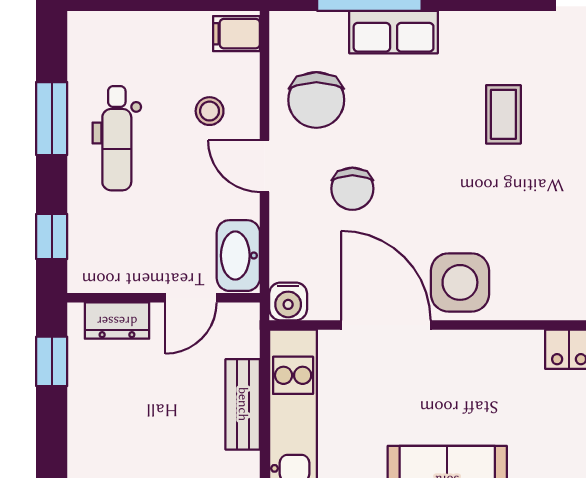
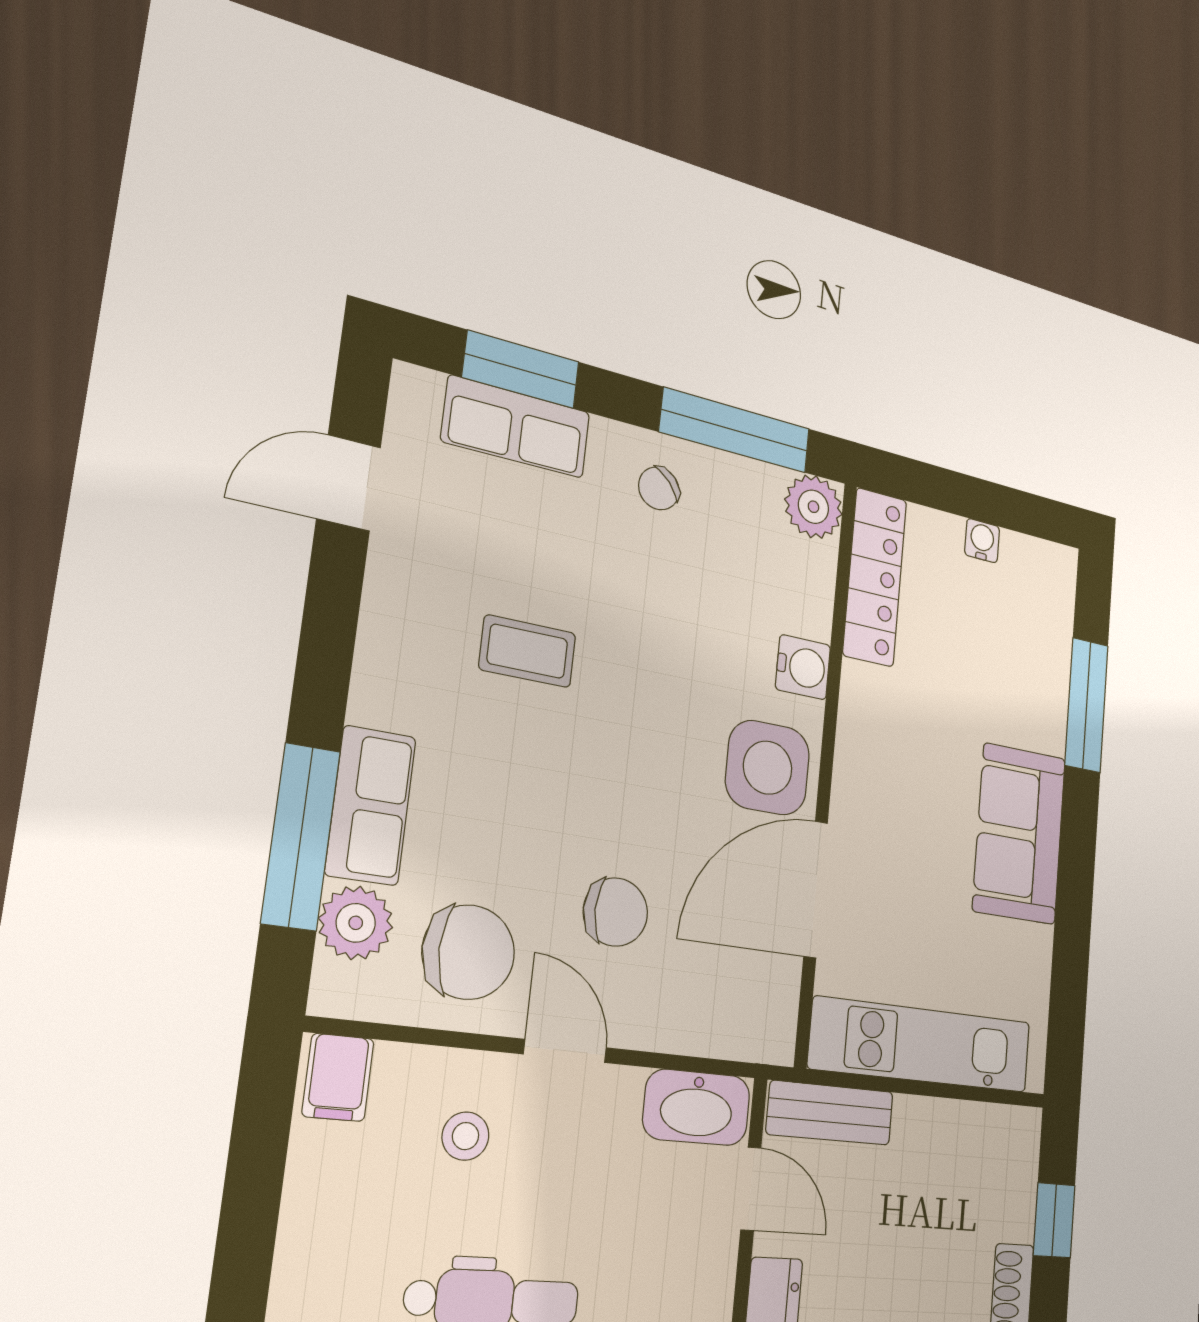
plant: (325, 32) -> (356, 923), added
door: (265, 166) -> (565, 1051), swing flipped
water cooler: (288, 301) -> (803, 667), moved
bench: (243, 404) -> (830, 1113), moved

